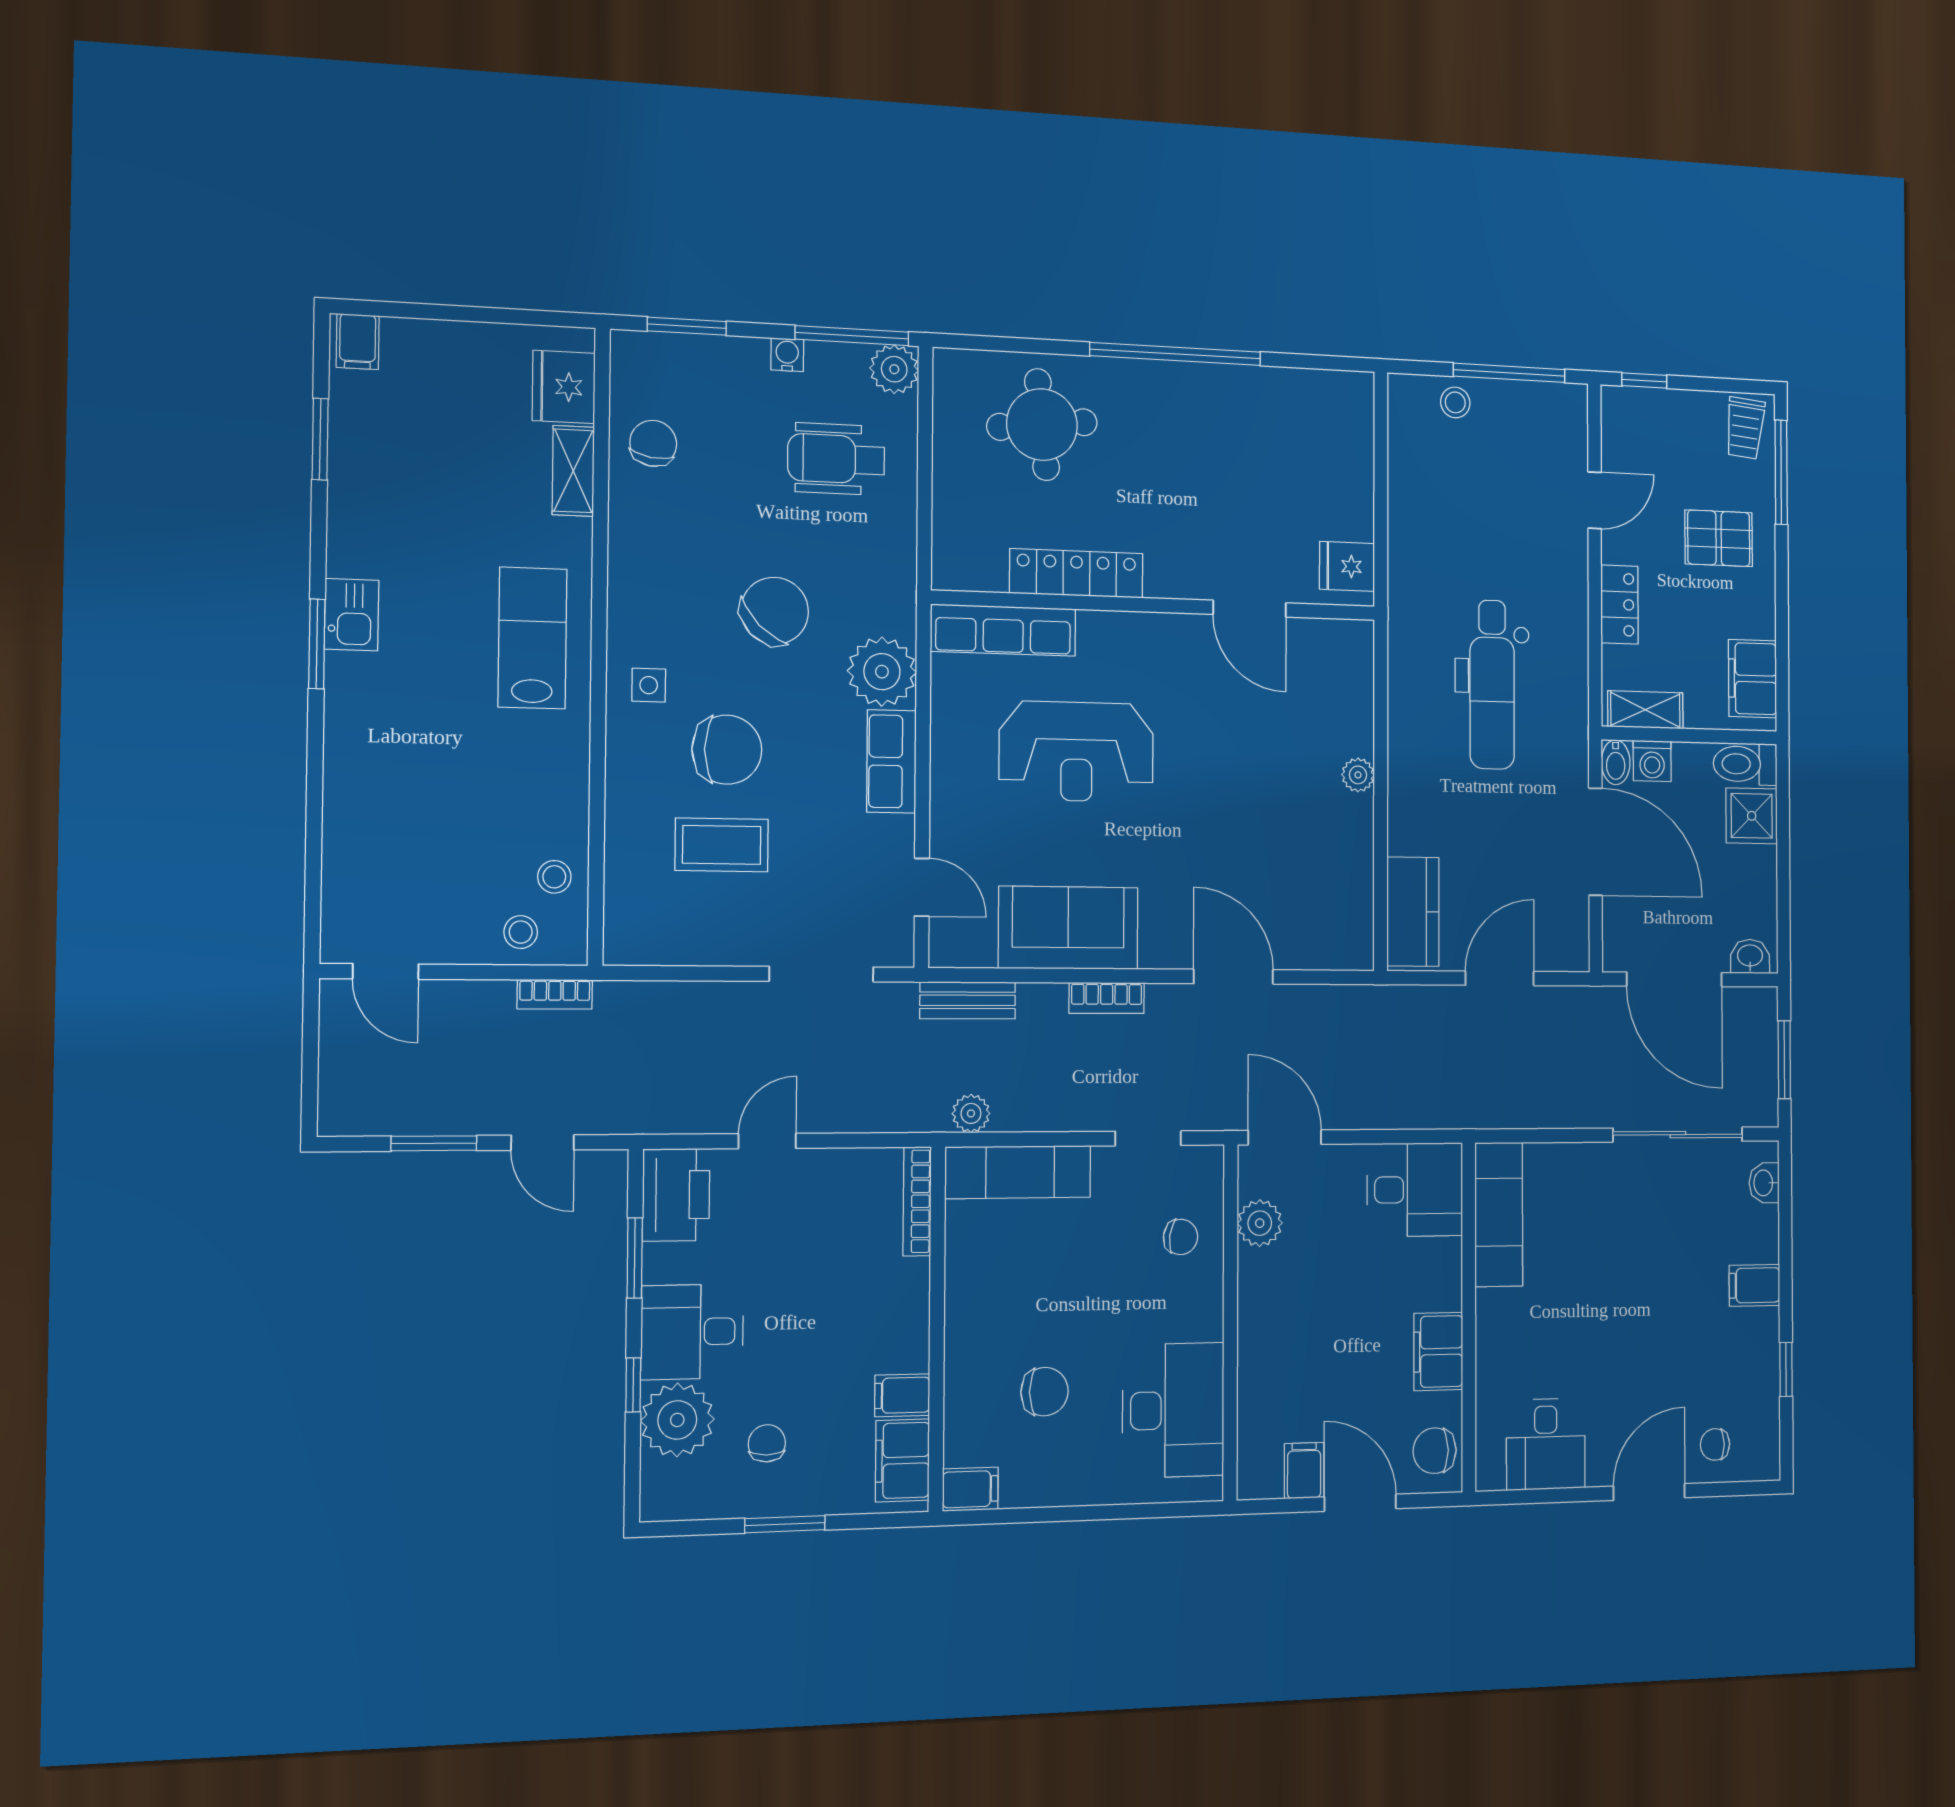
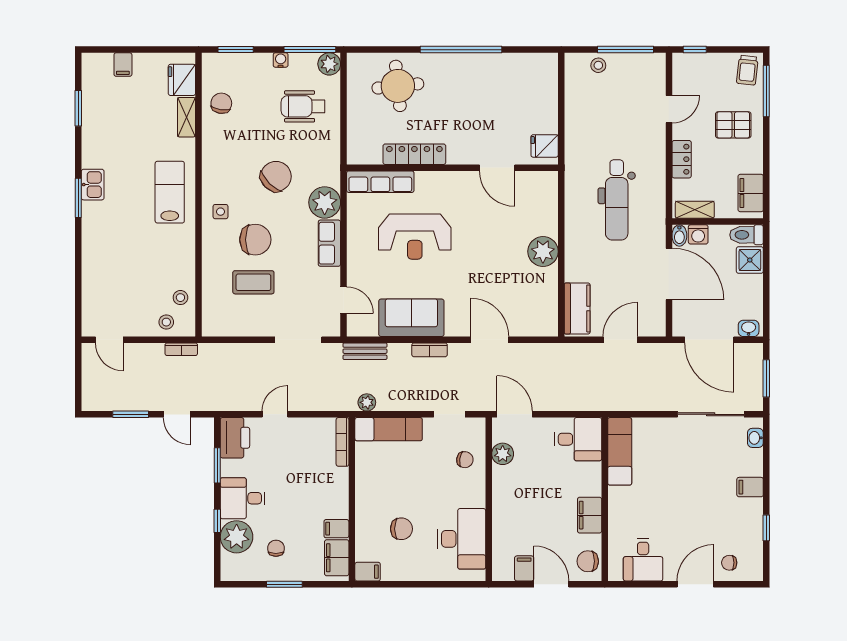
filing cabinet: (358, 341) -> (123, 65), moved
plant: (1358, 775) -> (543, 251), width x1.88, depth x1.88

